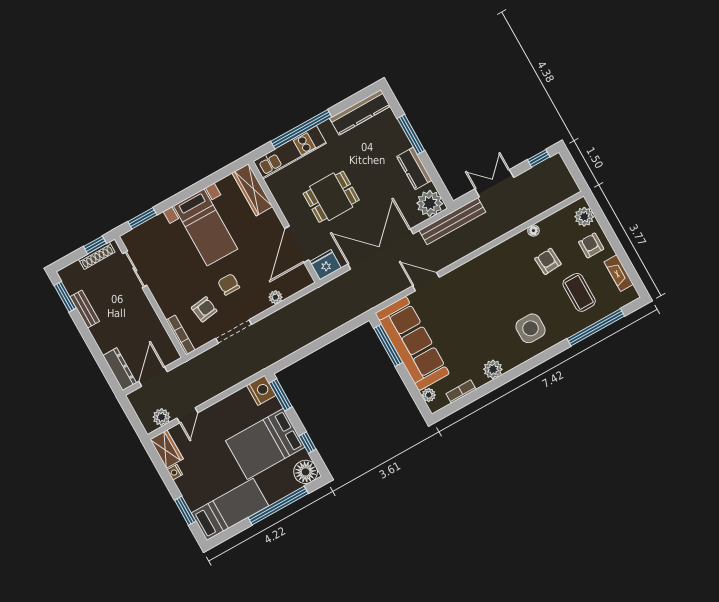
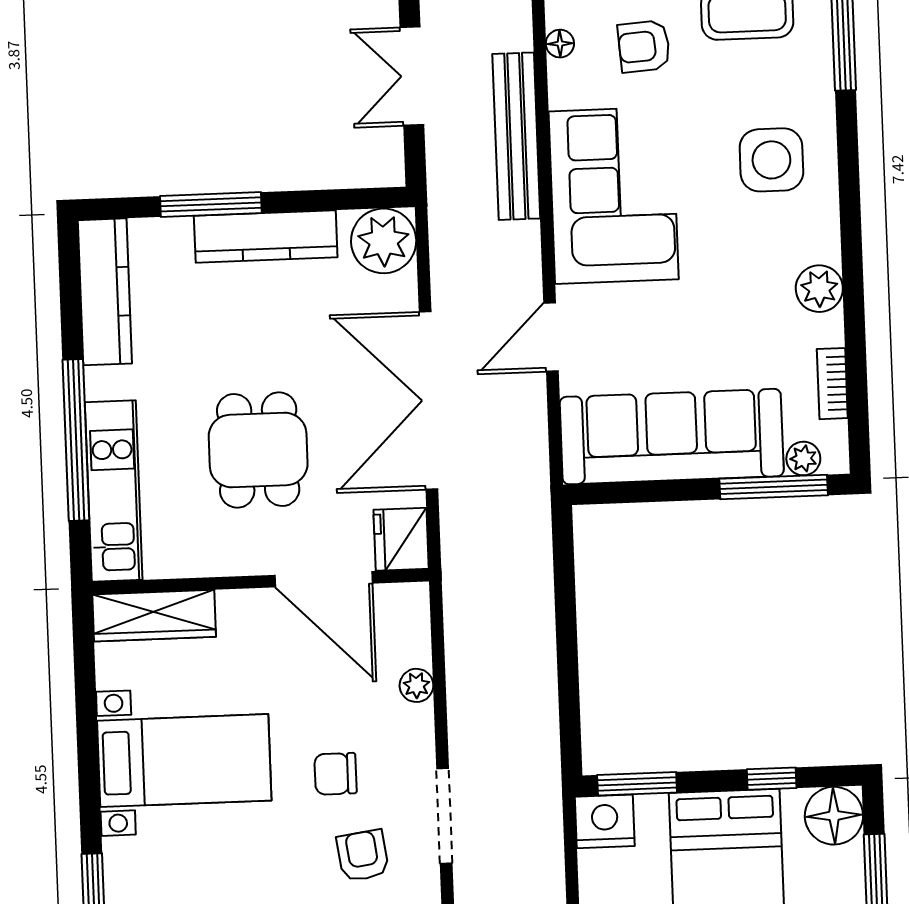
kitchen counter: (414, 168) -> (266, 236), width x1.50
bench: (452, 221) -> (516, 136), moved
corner sofa: (489, 278) -> (614, 195), added
window: (388, 345) -> (774, 487), moved

